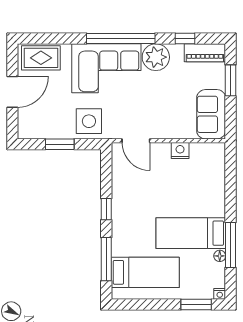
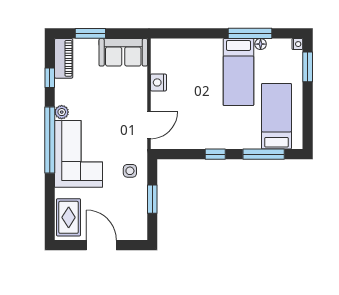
plant: (156, 57) -> (62, 112), width x0.53, depth x0.53
side table: (89, 121) -> (130, 171), width x0.54, depth x0.54

